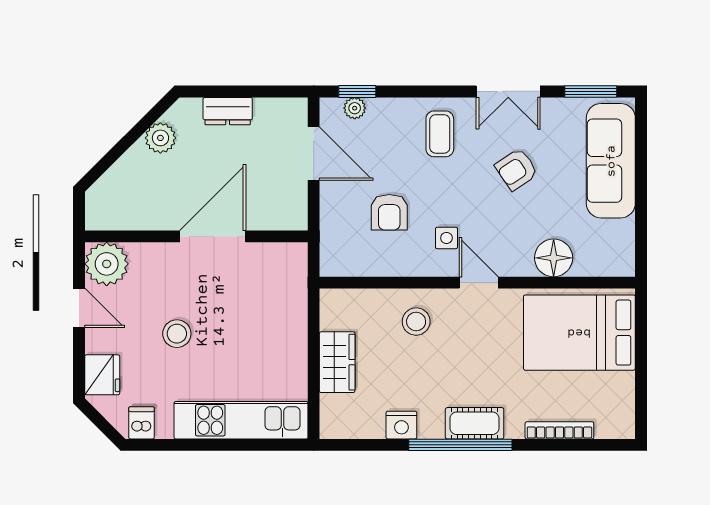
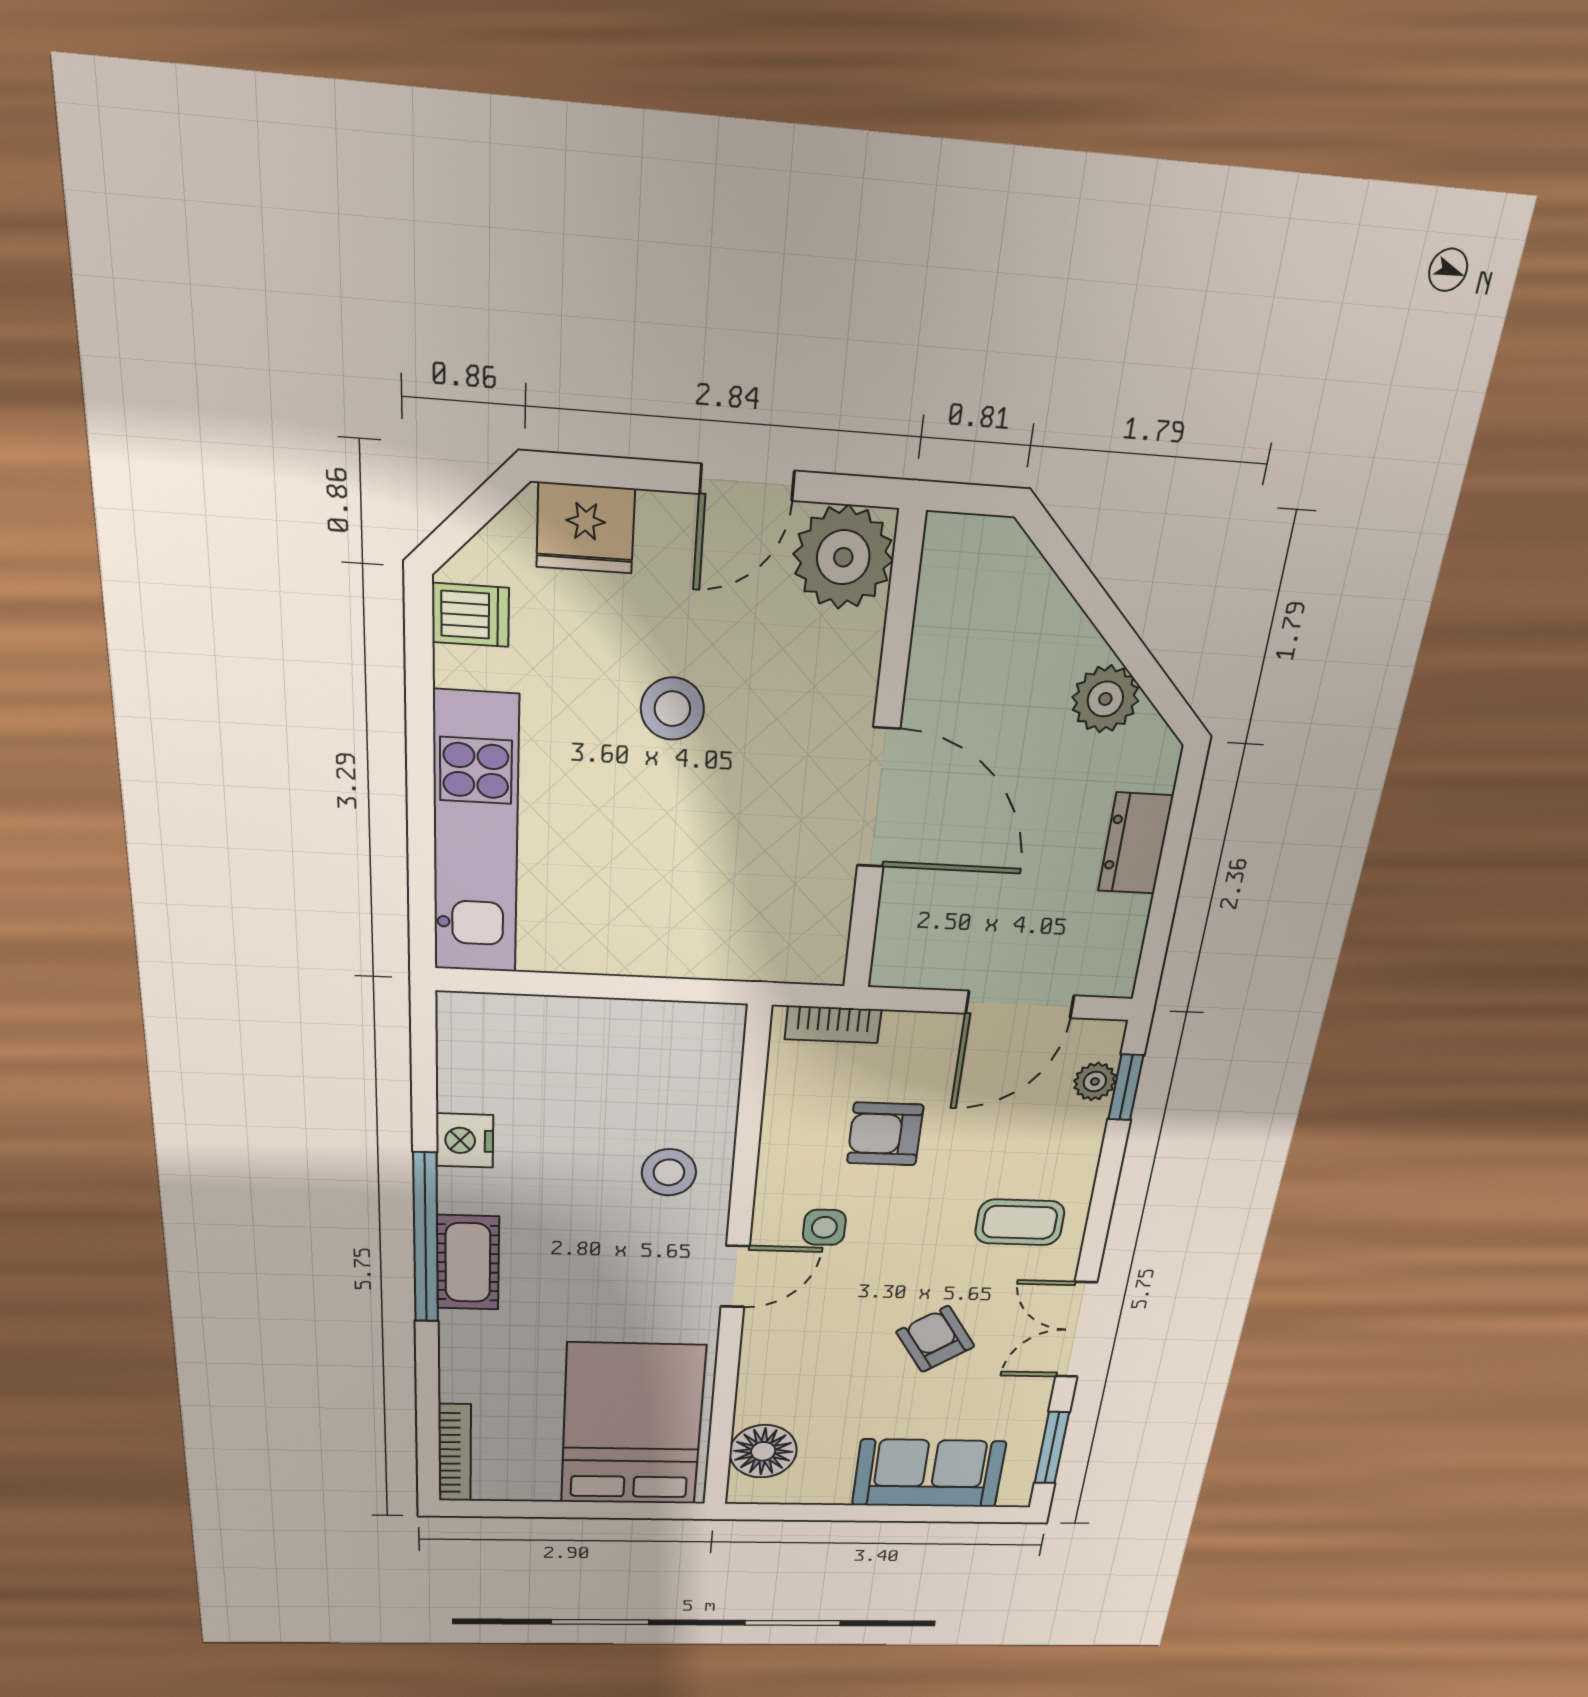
sofa: (611, 161) -> (929, 1473), width x0.73
bookcase: (329, 246) -> (833, 1024), added
floor lamp: (554, 258) -> (763, 1451), moved
wardrobe: (337, 362) -> (595, 1030), removed
bookcase: (559, 430) -> (455, 1453), moved

